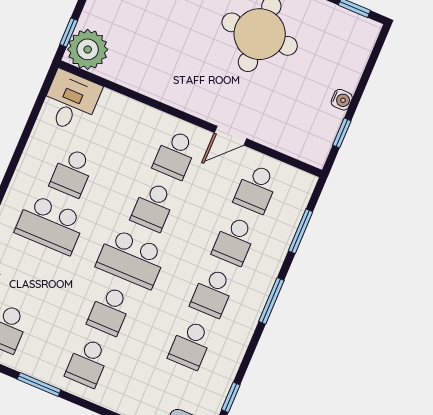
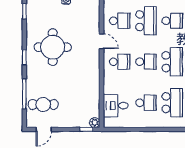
plant: (88, 49) -> (95, 123), width x0.53, depth x0.53
desk: (71, 101) -> (116, 106), moved
school desk: (234, 241) -> (146, 21), width x1.85

